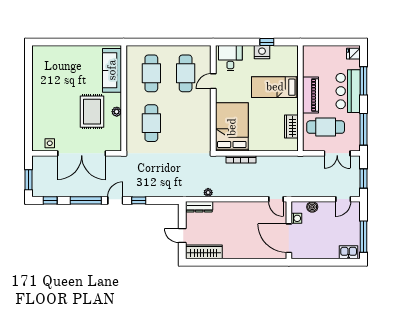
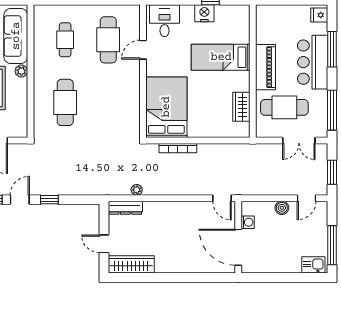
cafe table: (151, 73) -> (65, 40), width x0.73, depth x0.74
plant: (117, 112) -> (21, 71), moved
boiler: (312, 207) -> (282, 208), moved

